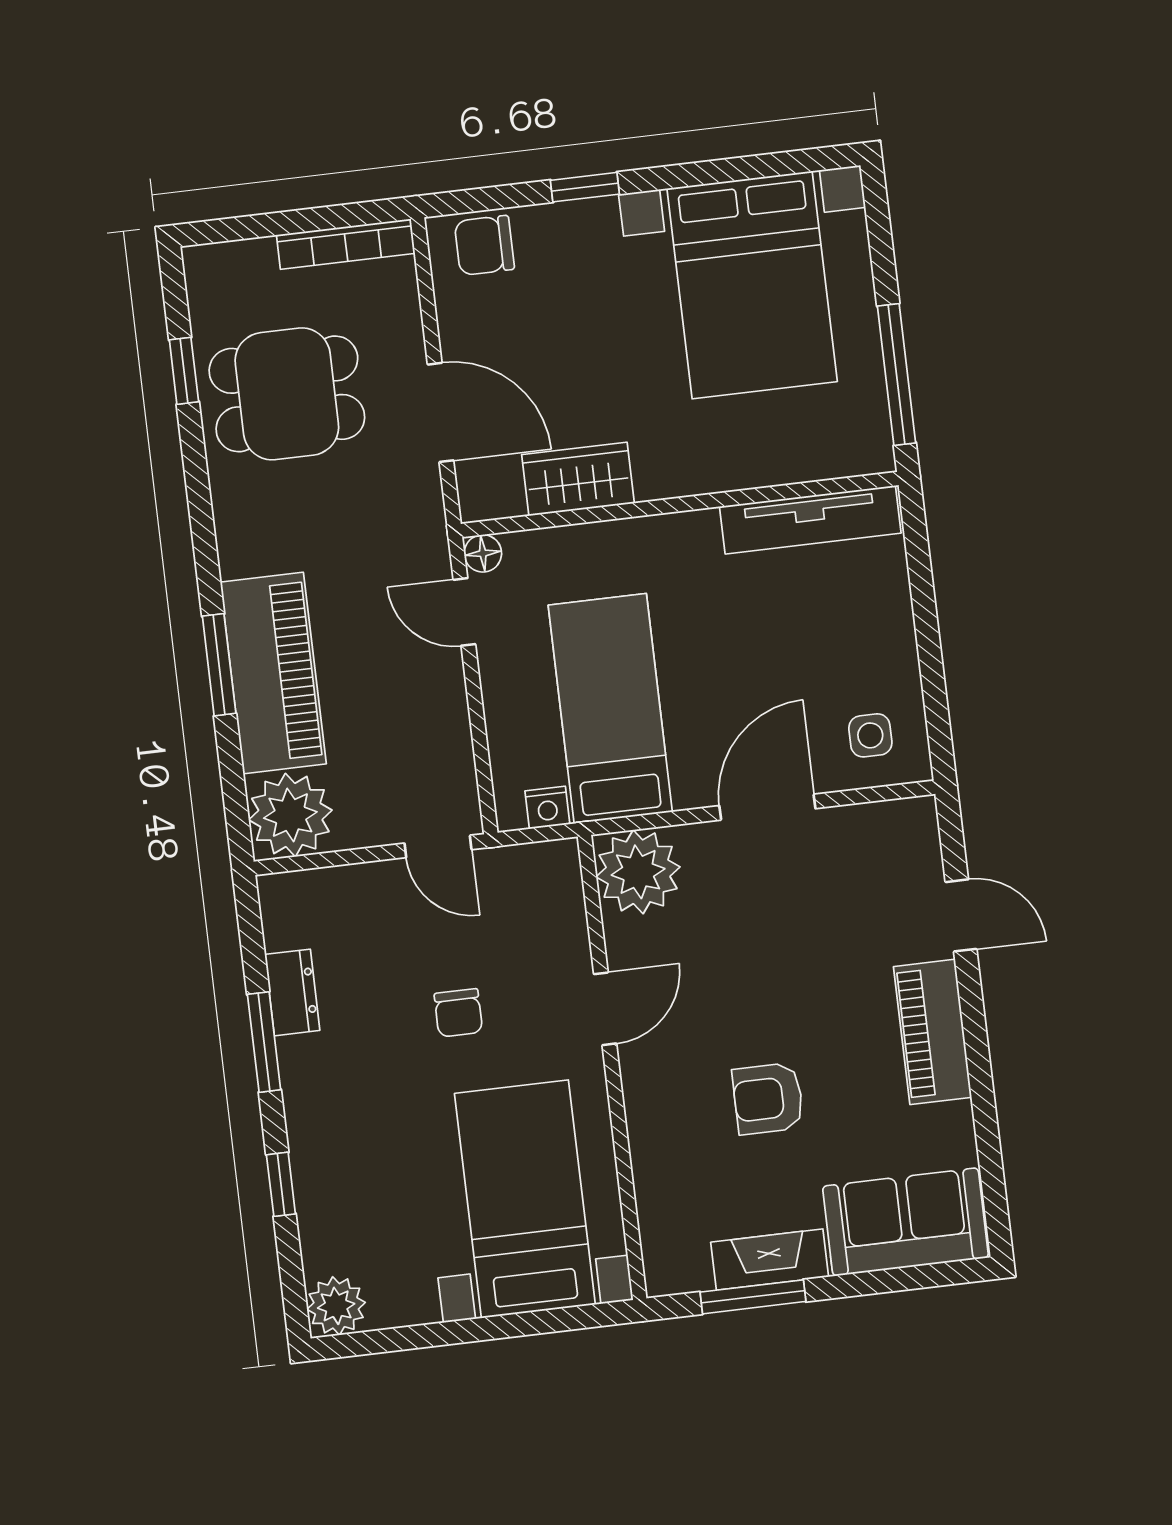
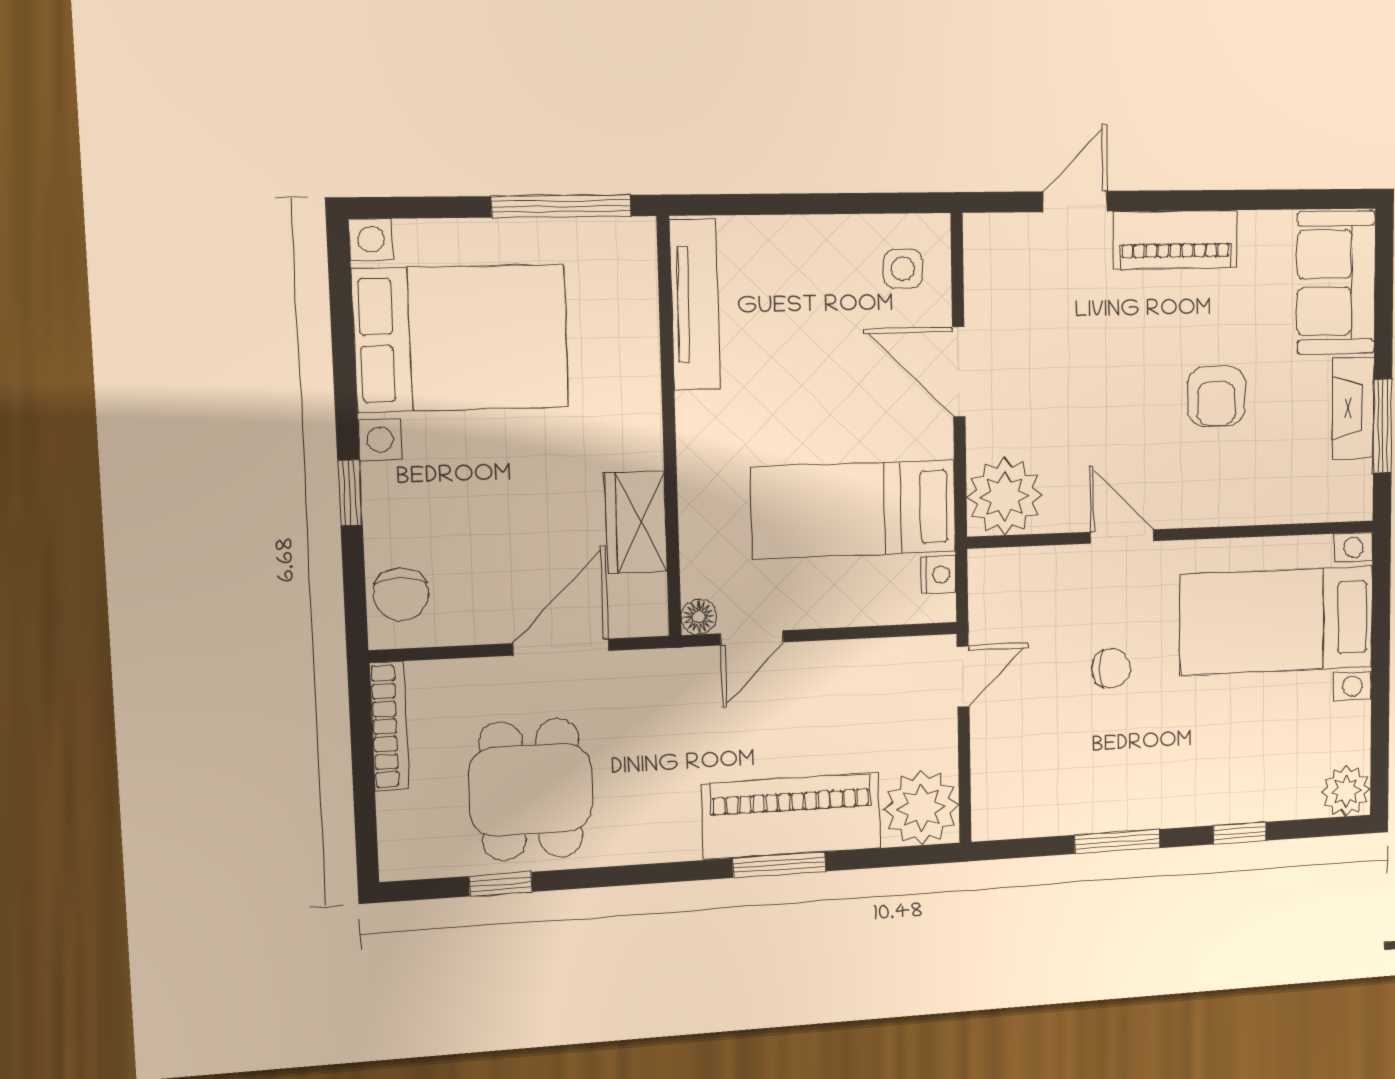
dresser: (292, 992) -> (1077, 814), removed

